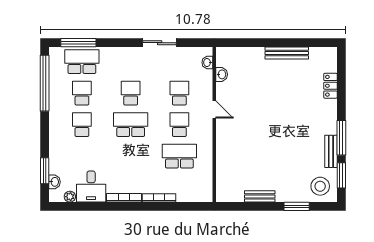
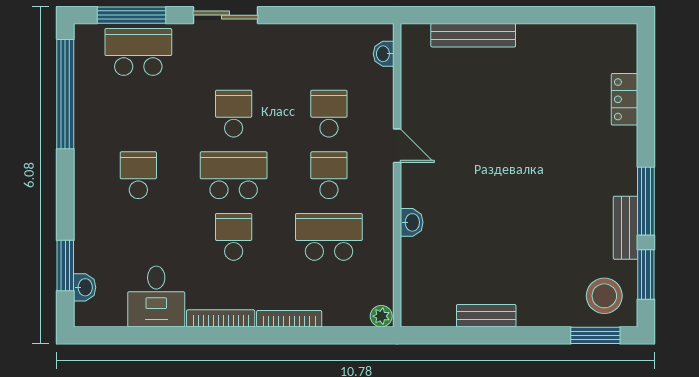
sliding door: (160, 43) -> (226, 15), moved
bench: (287, 53) -> (473, 35), moved
washbasin: (222, 74) -> (412, 222), moved
school desk: (82, 93) -> (234, 237), moved
plant: (70, 197) -> (381, 316), moved
window: (297, 206) -> (595, 335), moved

